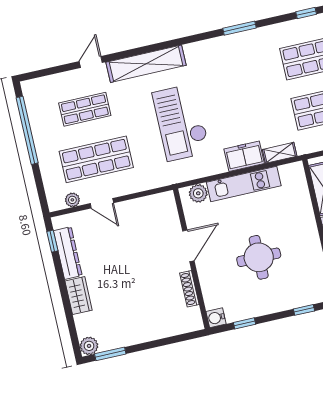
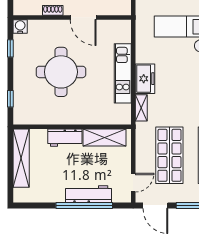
plant: (198, 193) -> (124, 35), removed
round table: (259, 257) -> (61, 72), width x1.36, depth x1.36
shoe rack: (189, 289) -> (53, 10), width x0.70

